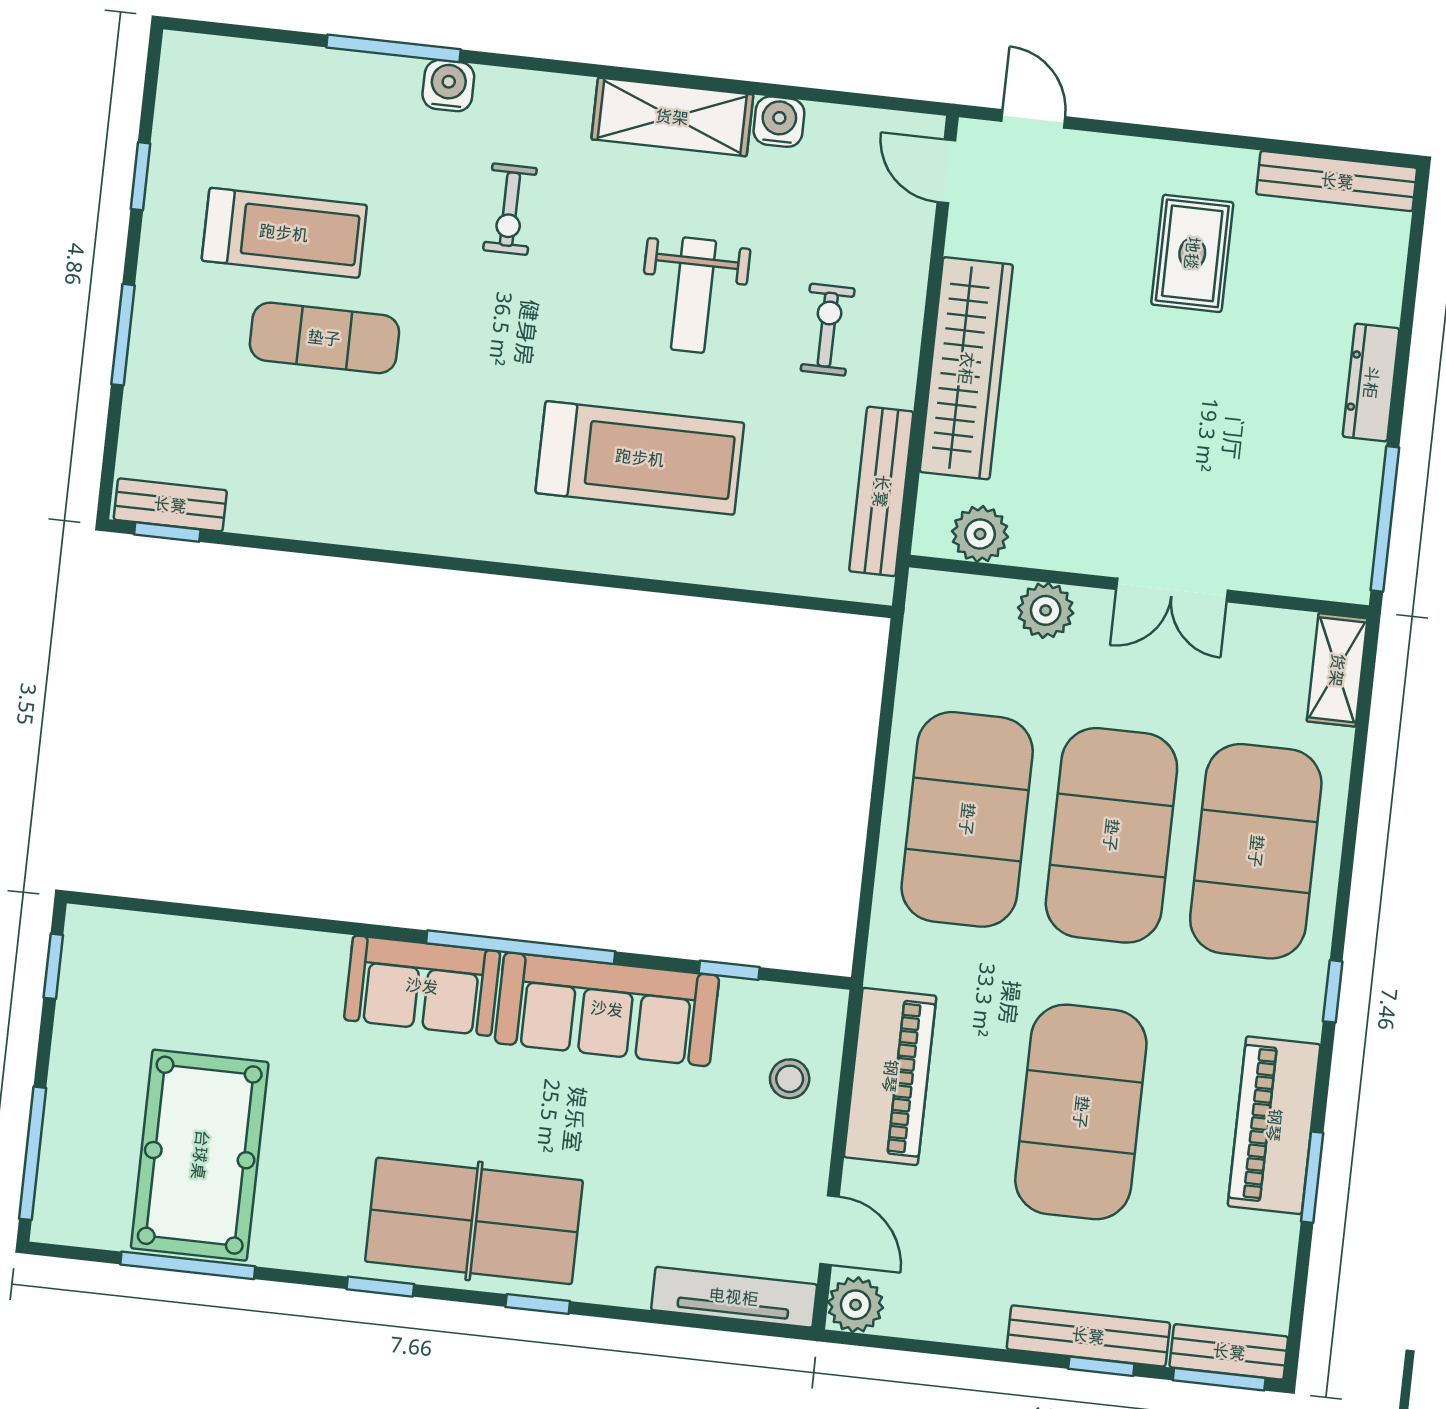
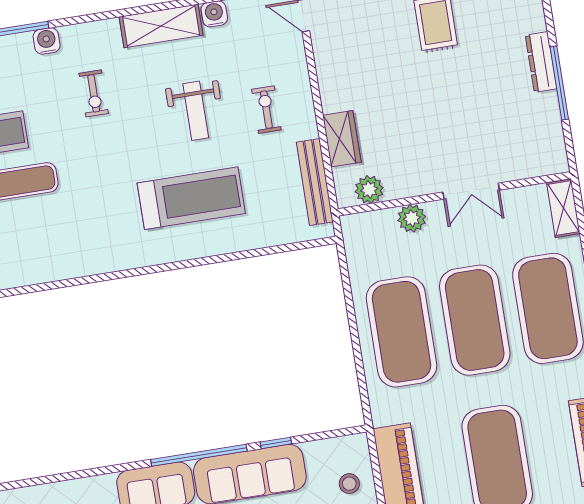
wardrobe: (966, 368) -> (342, 139), width x0.48, depth x0.85
window: (1385, 519) -> (559, 83), moved
window: (729, 970) -> (276, 443), moved

